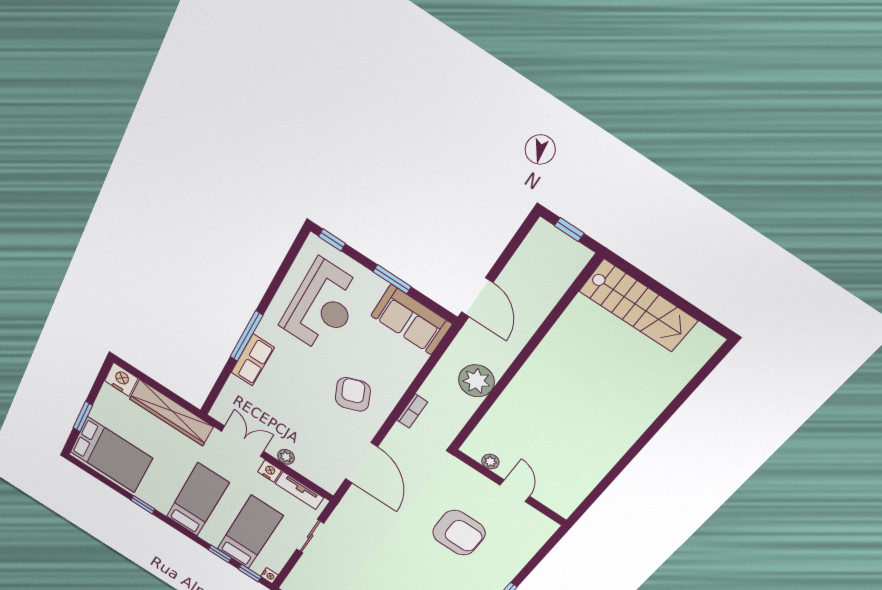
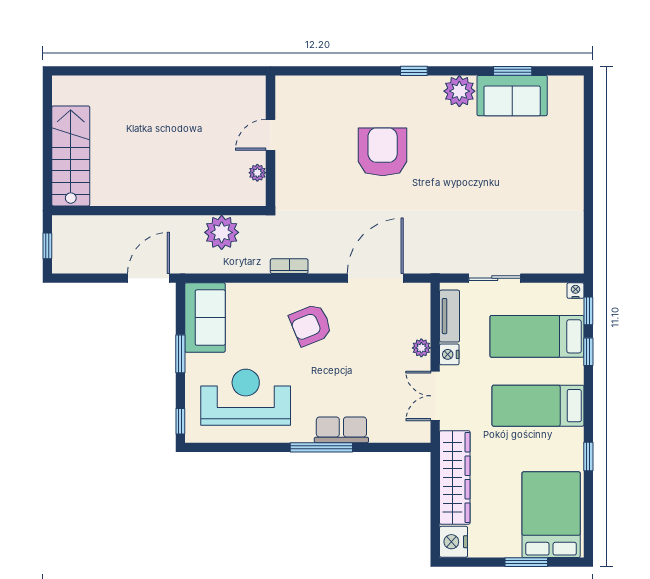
plant: (490, 462) -> (257, 173), moved
wall: (510, 488) -> (271, 141), moved
door: (515, 491) -> (271, 135), moved

